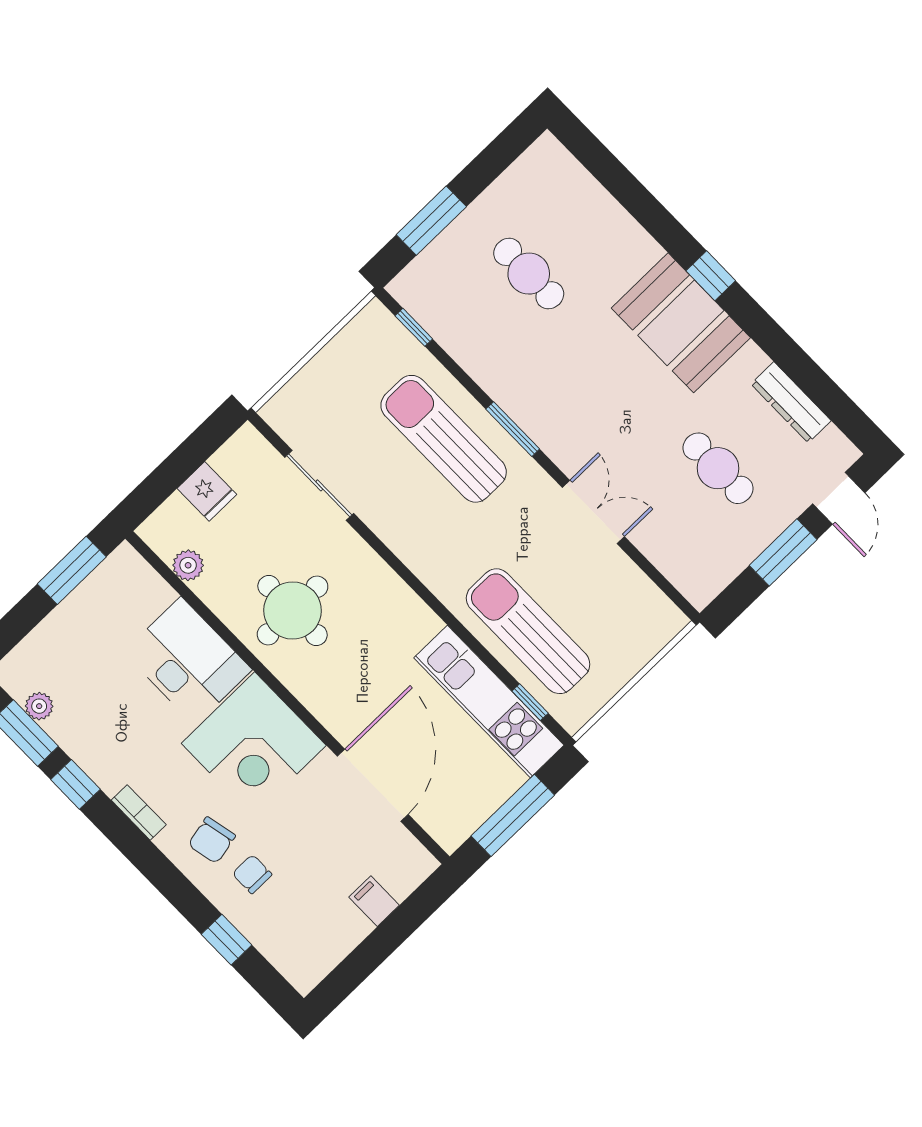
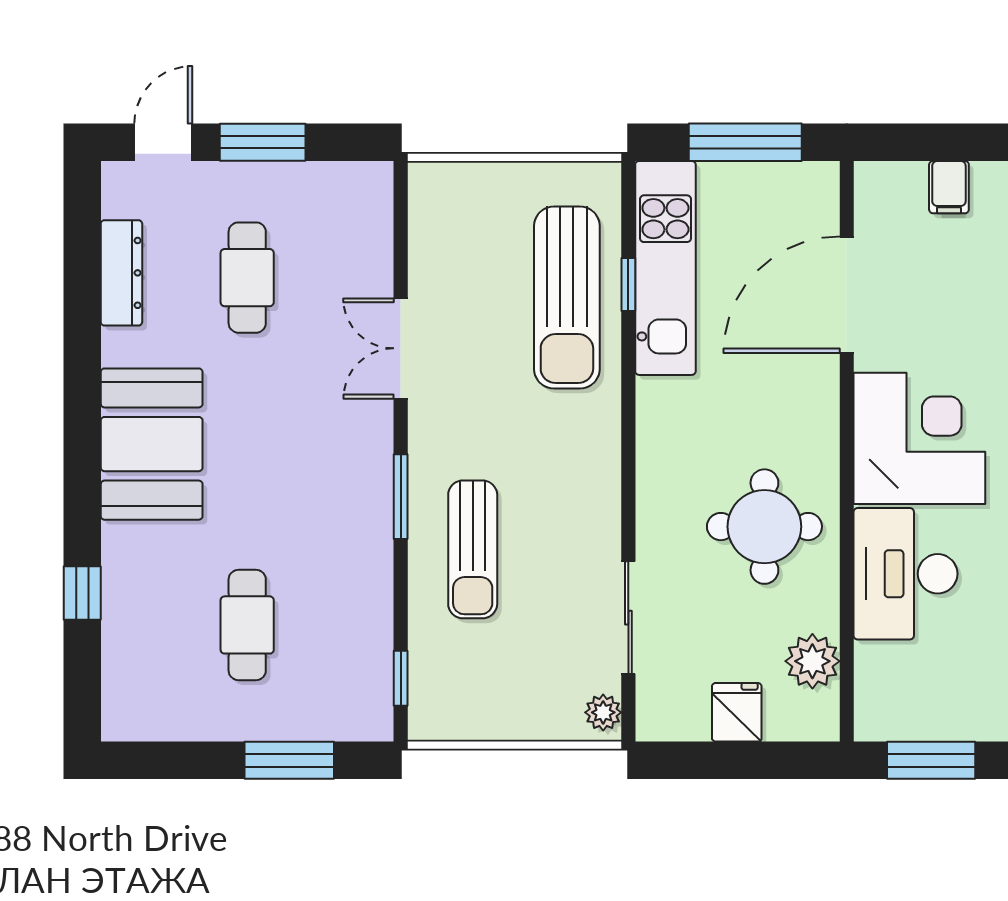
window: (711, 276) -> (82, 593), moved
plant: (282, 418) -> (603, 712), added
sun lounger: (444, 439) -> (473, 549), width x0.73, depth x0.75
plant: (188, 565) -> (812, 661), width x1.38, depth x1.38
window: (530, 702) -> (628, 284), moved

